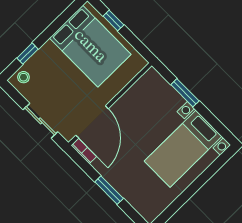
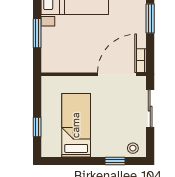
bed: (90, 46) -> (76, 125), width x0.67

